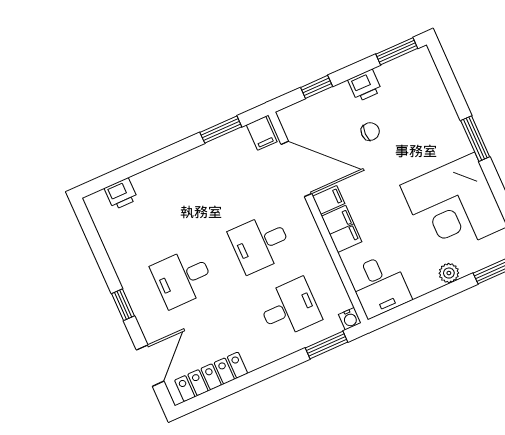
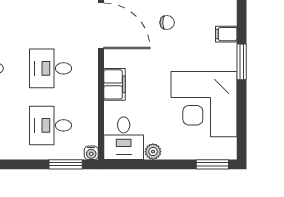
filing cabinet: (329, 200) -> (226, 34), moved, turned 180
plant: (449, 273) -> (153, 152), moved
desk: (289, 308) -> (50, 125), turned 180

